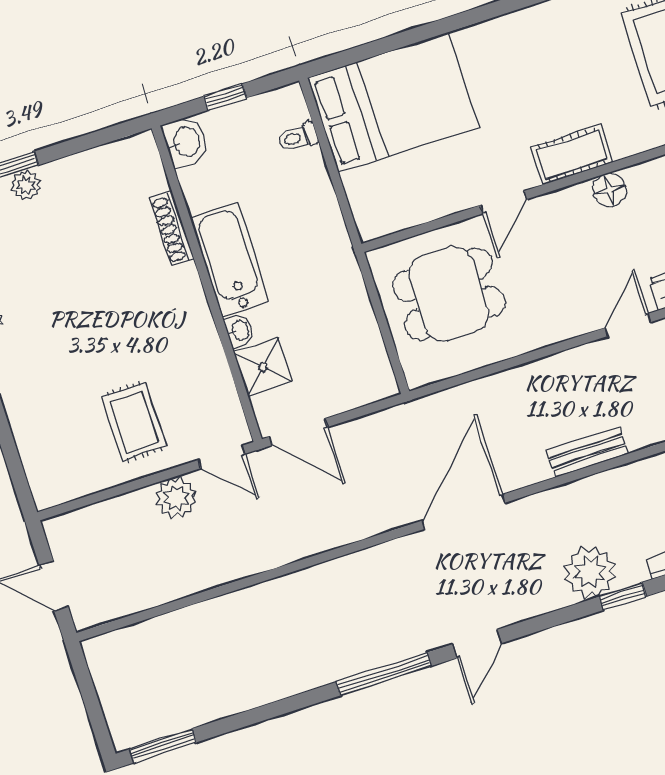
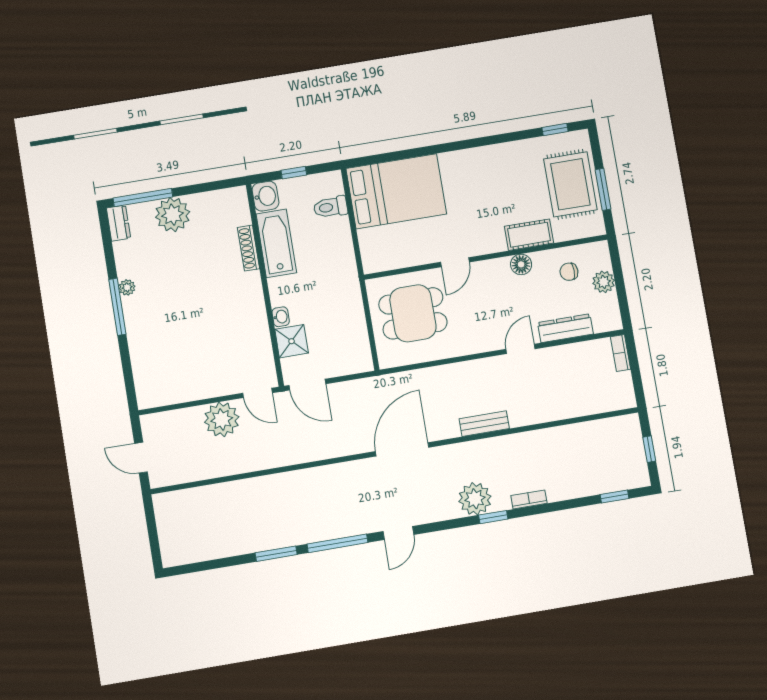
toilet: (298, 137) -> (331, 207), width x1.37, depth x1.39
cot: (572, 155) -> (529, 235), moved
plant: (26, 185) -> (173, 215), width x1.88, depth x1.88
bathtub: (229, 260) -> (276, 243), moved
rug: (134, 421) -> (207, 363), removed
plant: (176, 498) -> (222, 419), width x1.36, depth x1.36
window: (163, 746) -> (276, 554), moved

